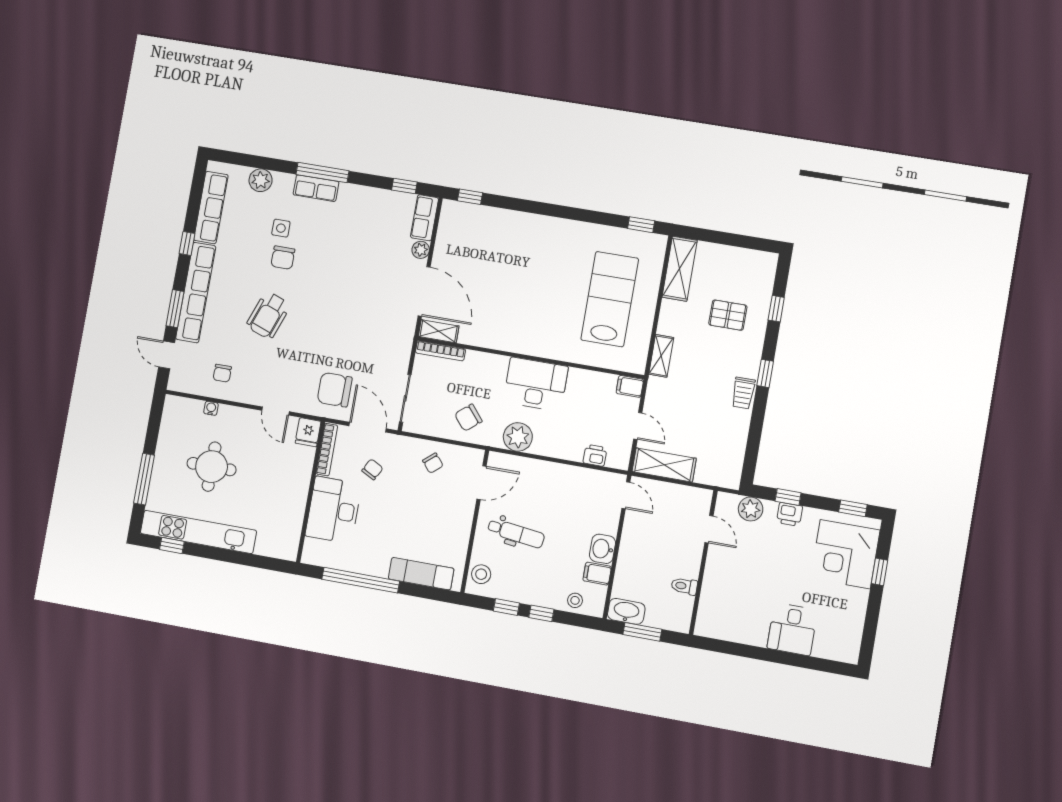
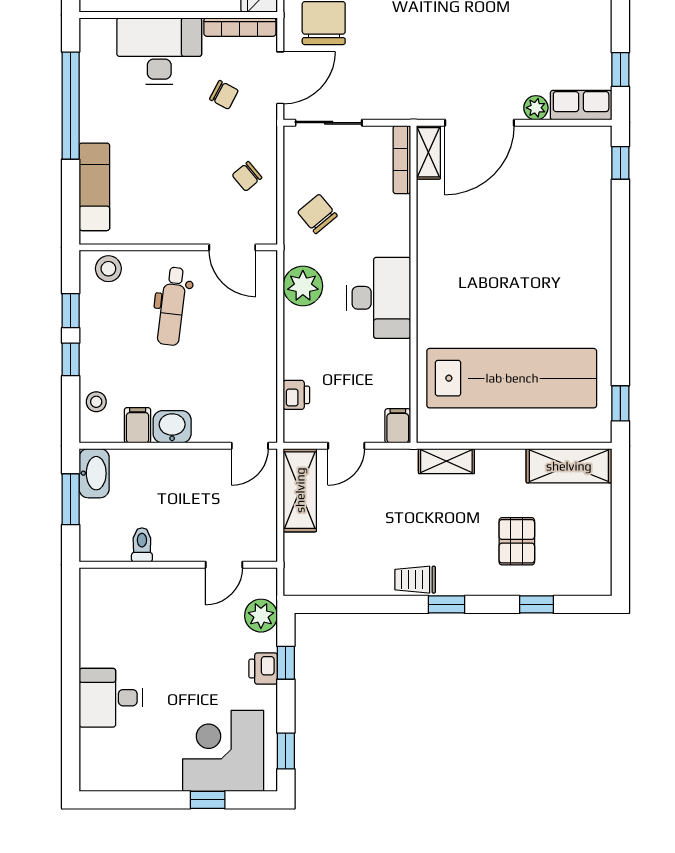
lab bench: (610, 299) -> (512, 378), width x1.36

